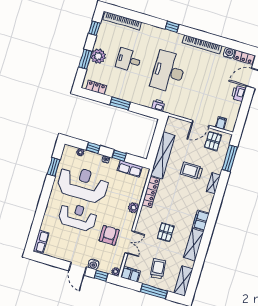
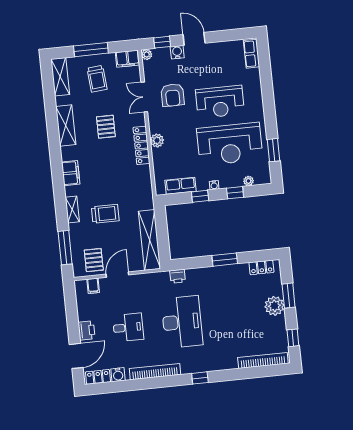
desk: (129, 60) -> (128, 327), moved
shelving: (163, 155) -> (150, 240), moved
locker: (151, 192) -> (141, 145), moved
filing cabinet: (201, 220) -> (71, 173), moved

